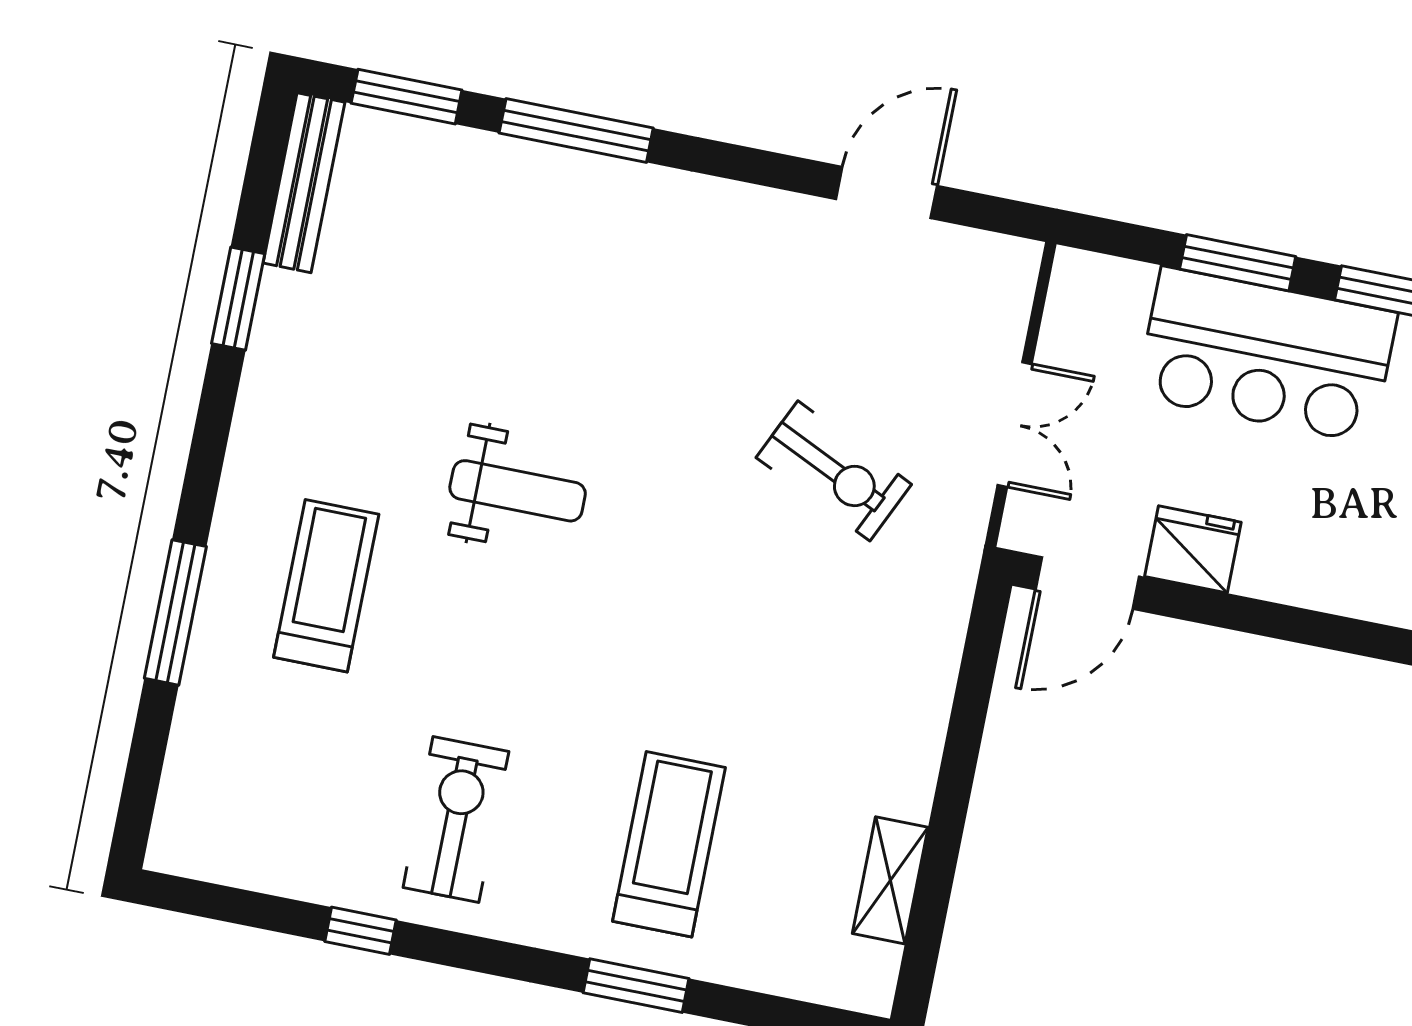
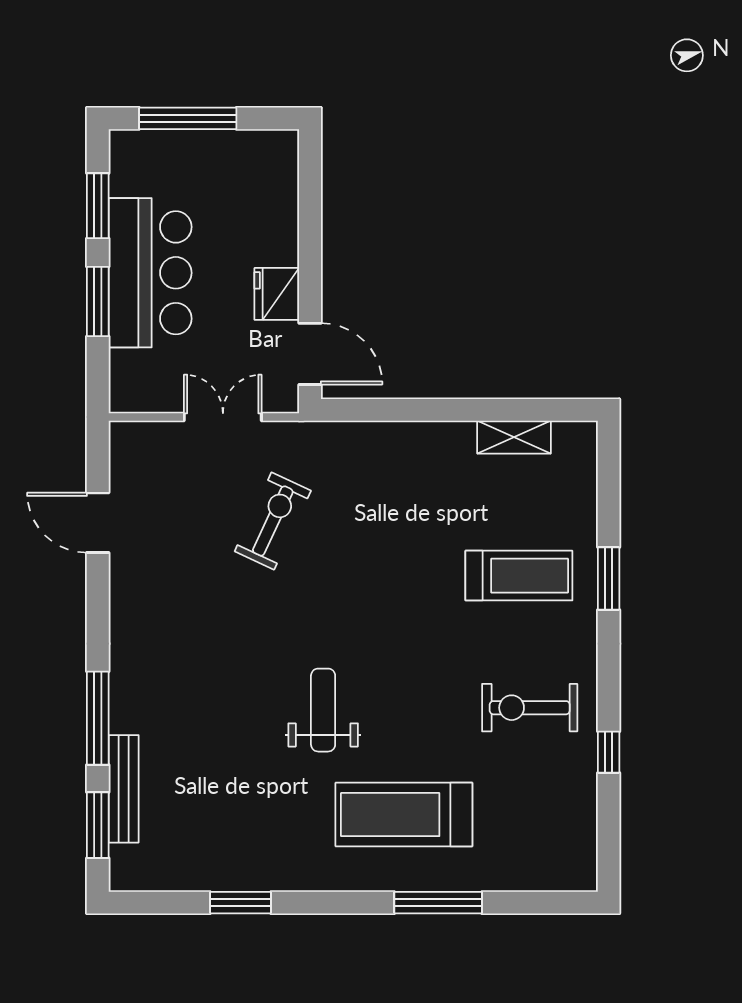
bench: (304, 183) -> (124, 789), moved, turned 90
treadmill: (326, 586) -> (404, 815), width x1.37, depth x1.38
treadmill: (669, 844) -> (519, 576), turned 180

